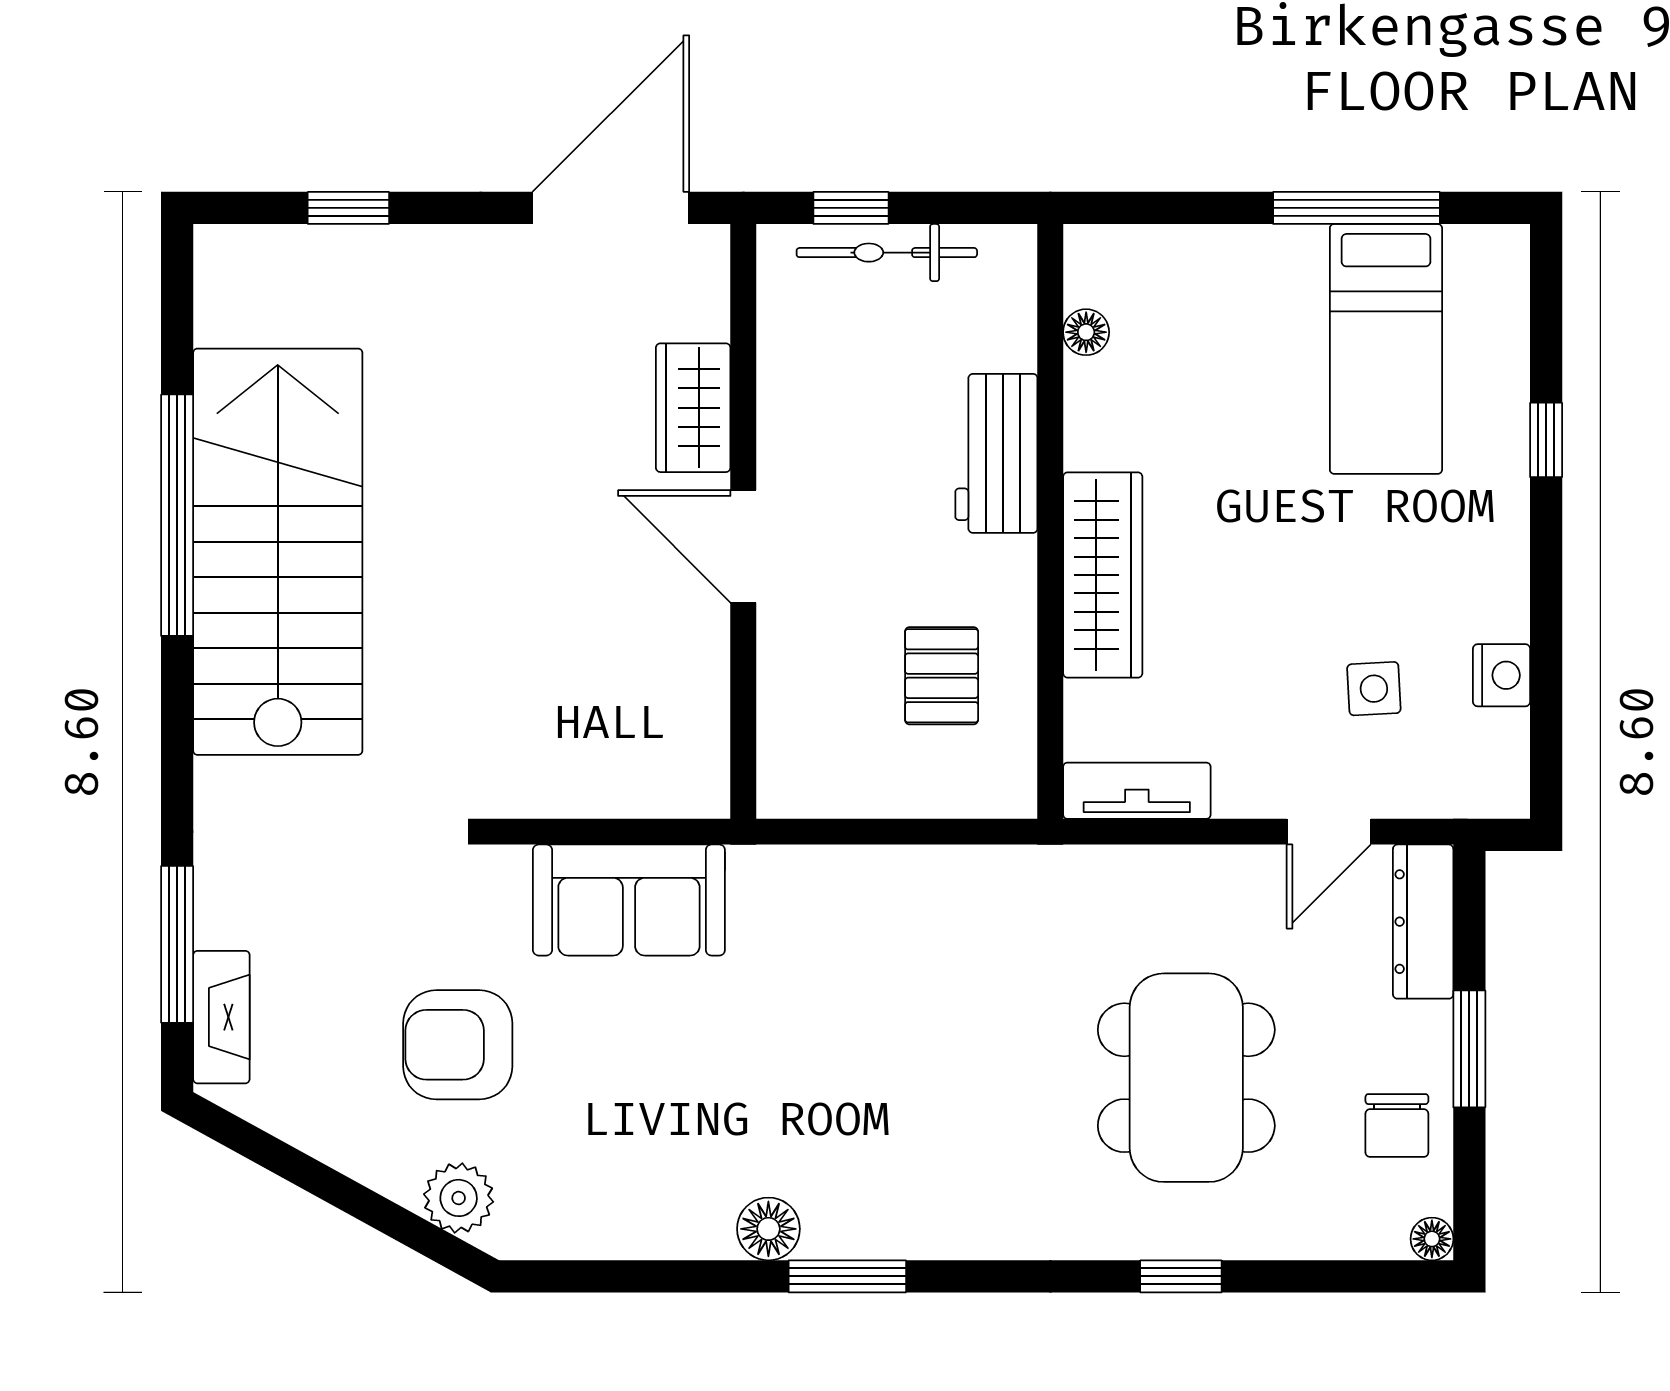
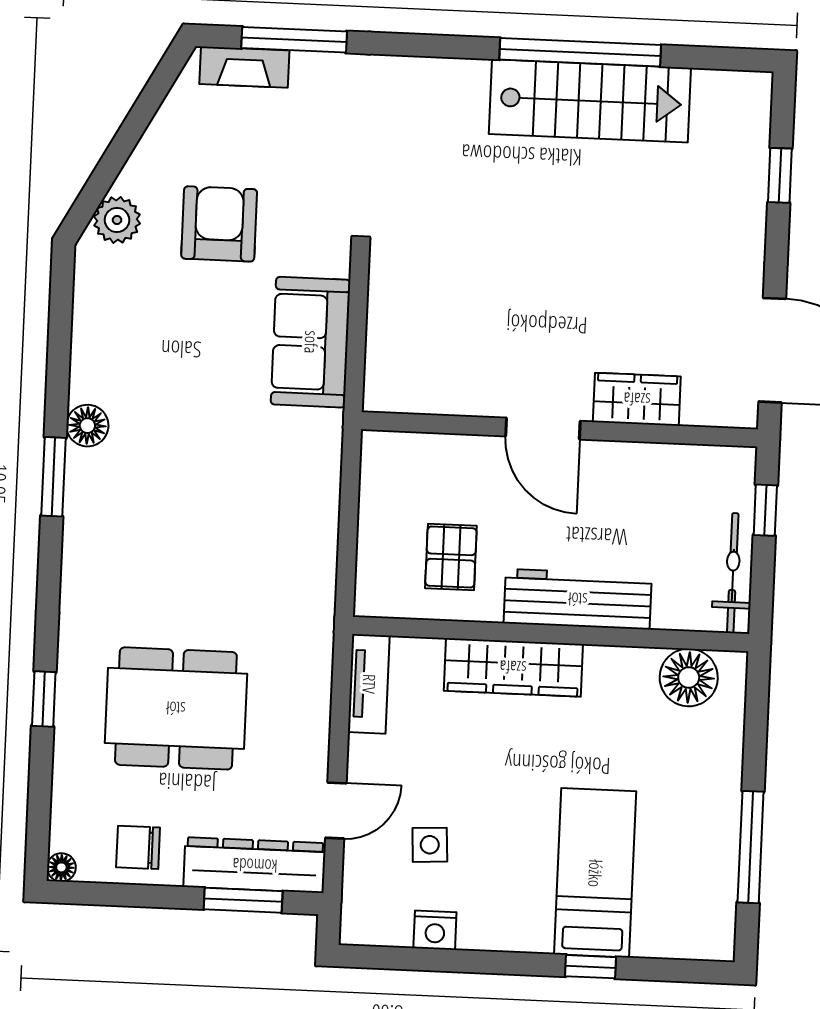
bicycle: (887, 253) -> (733, 573), moved
floor lamp: (1086, 332) -> (689, 678), width x1.89, depth x1.89
bed: (1386, 349) -> (595, 873), moved, turned 90
workbench: (996, 453) -> (578, 599), width x1.38
door: (743, 546) -> (543, 429), swing flipped
stairs: (278, 552) -> (590, 101), width x0.73, depth x0.66
pallet: (942, 676) -> (451, 557), turned 90
door: (1329, 832) -> (336, 811), swing flipped
dresser: (1423, 922) -> (255, 865), width x1.37, depth x1.24
window: (1469, 1049) -> (243, 900), moved

